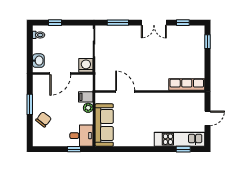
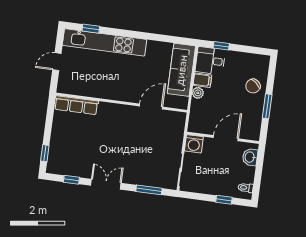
door: (125, 91) -> (151, 107), swing flipped
filing cabinet: (86, 97) -> (202, 80), moved
kitchen unit: (180, 139) -> (105, 42), width x1.36

